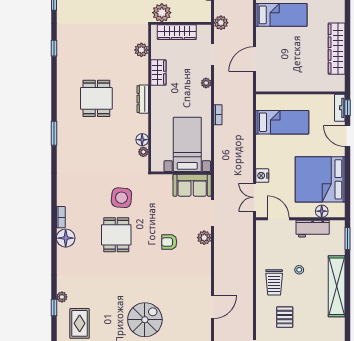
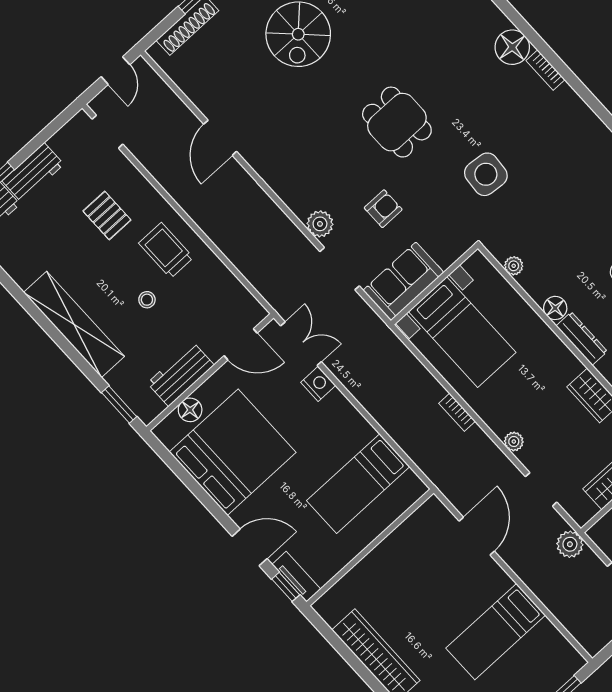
floor lamp: (142, 140) -> (555, 308), moved
dining table: (116, 235) -> (397, 122), moved
armchair: (169, 242) -> (383, 209), moved

